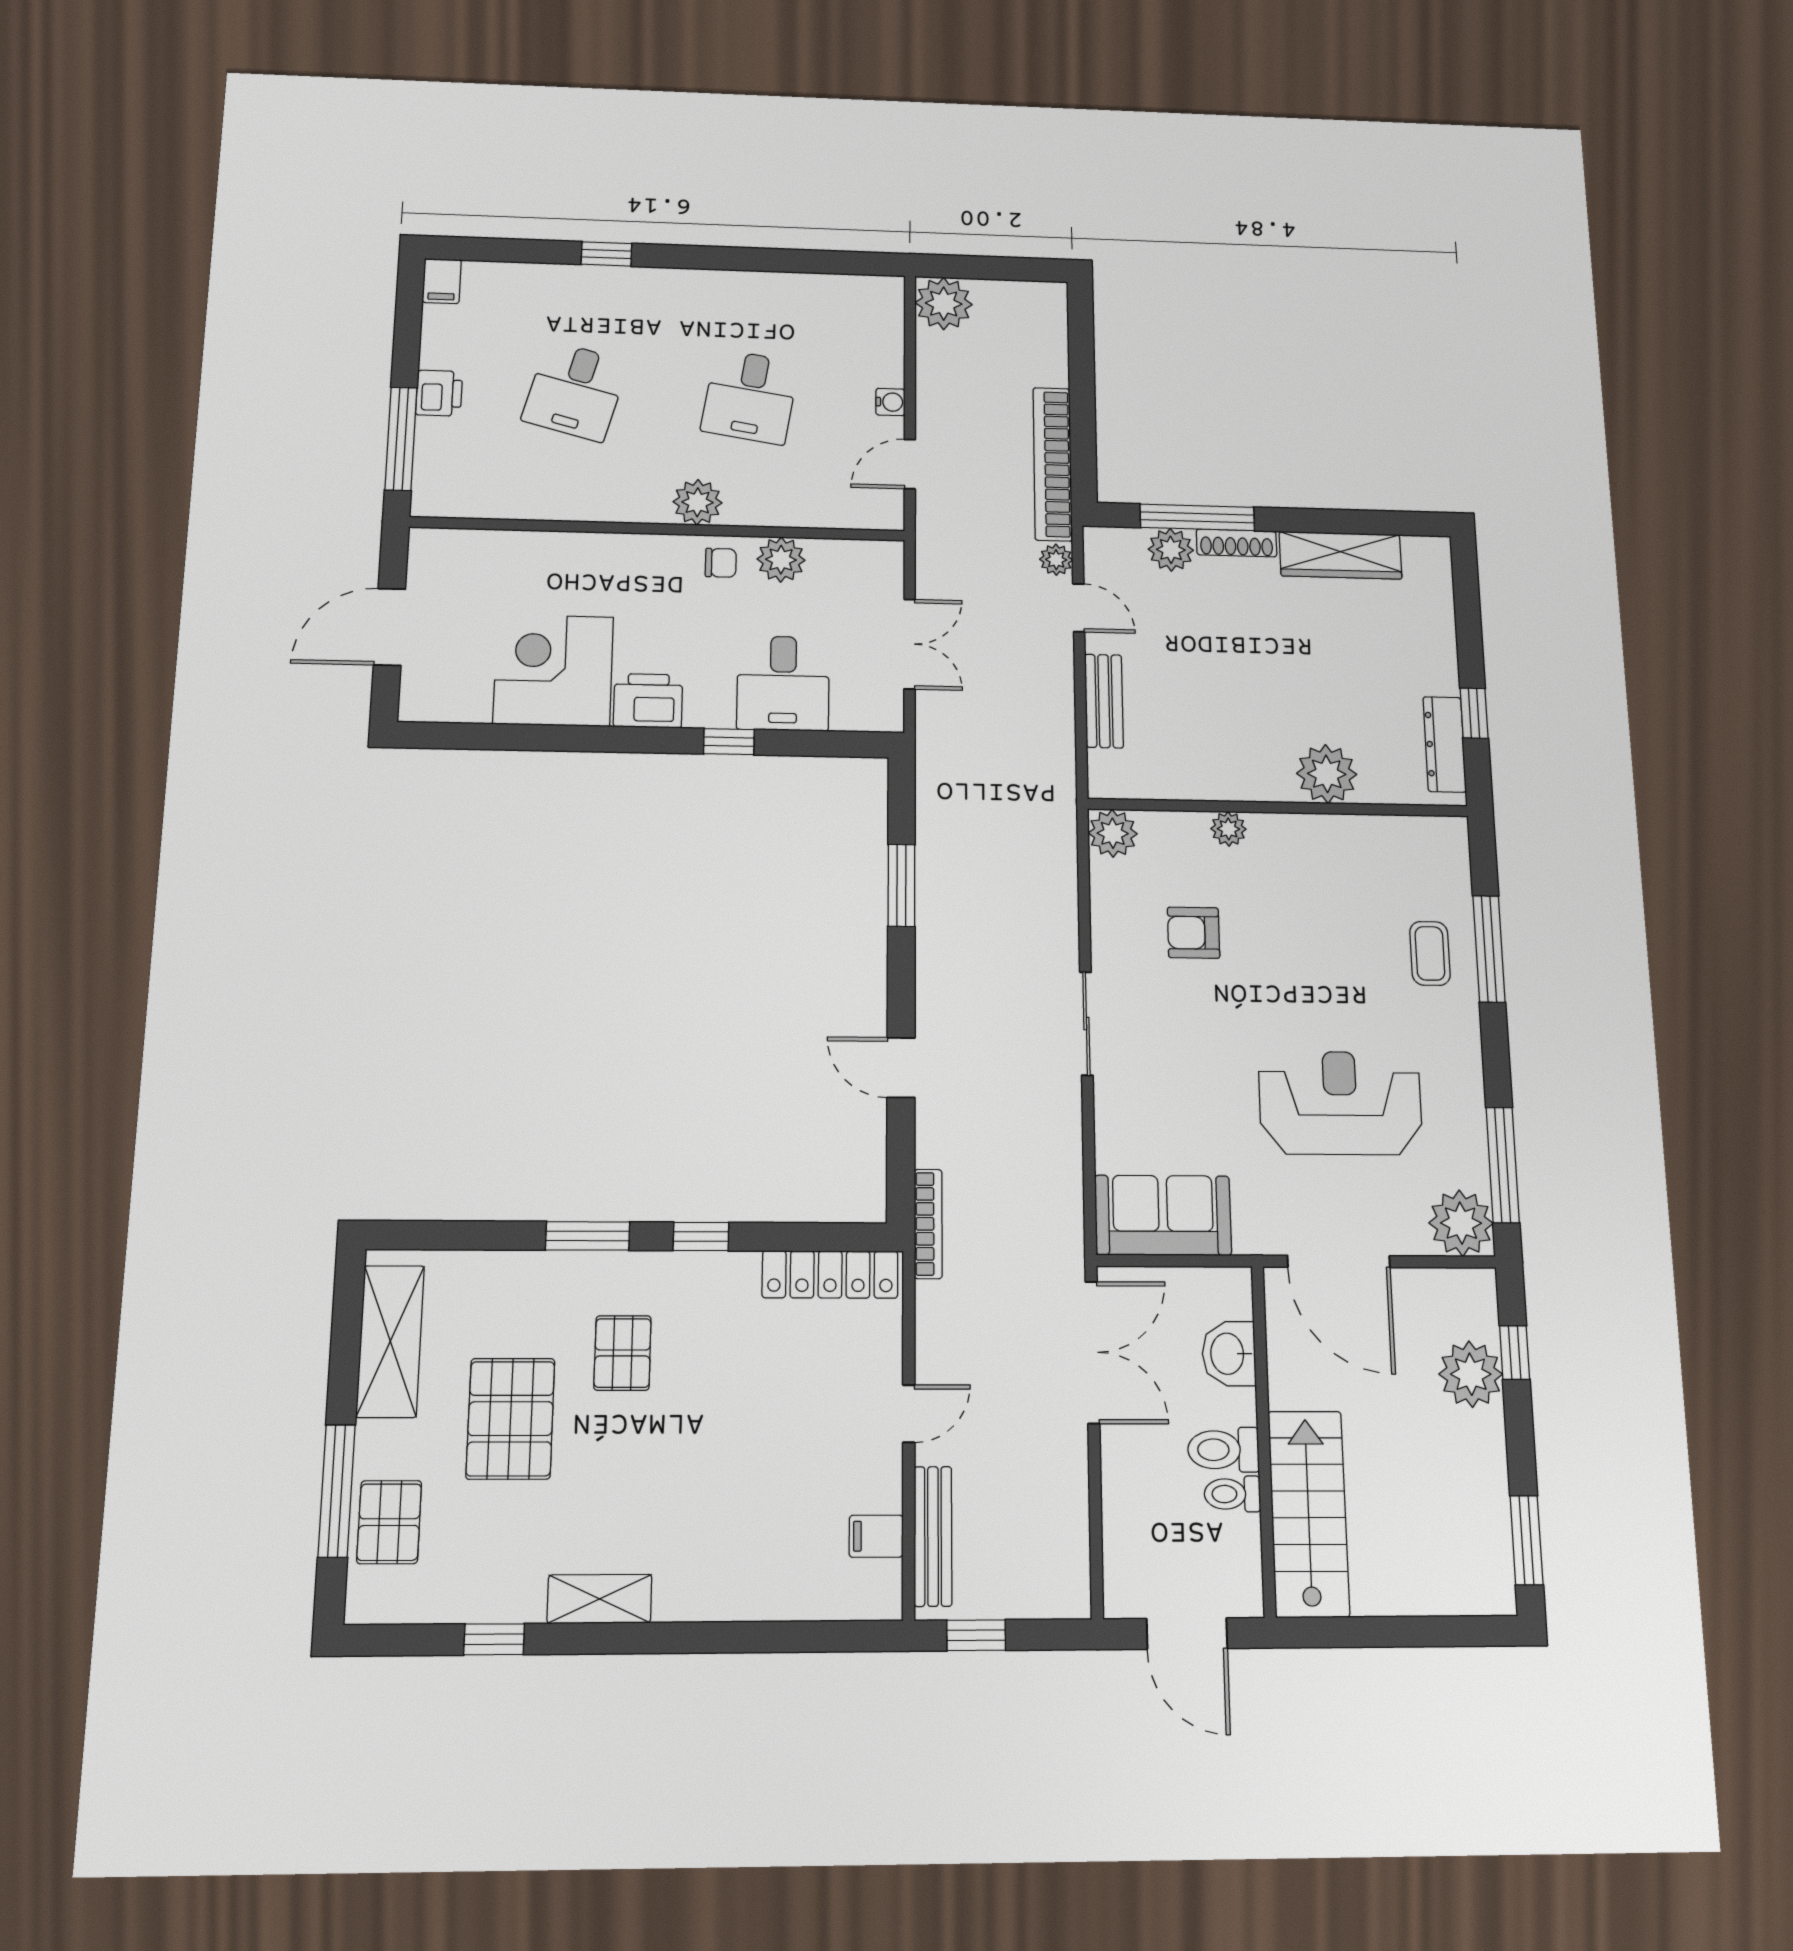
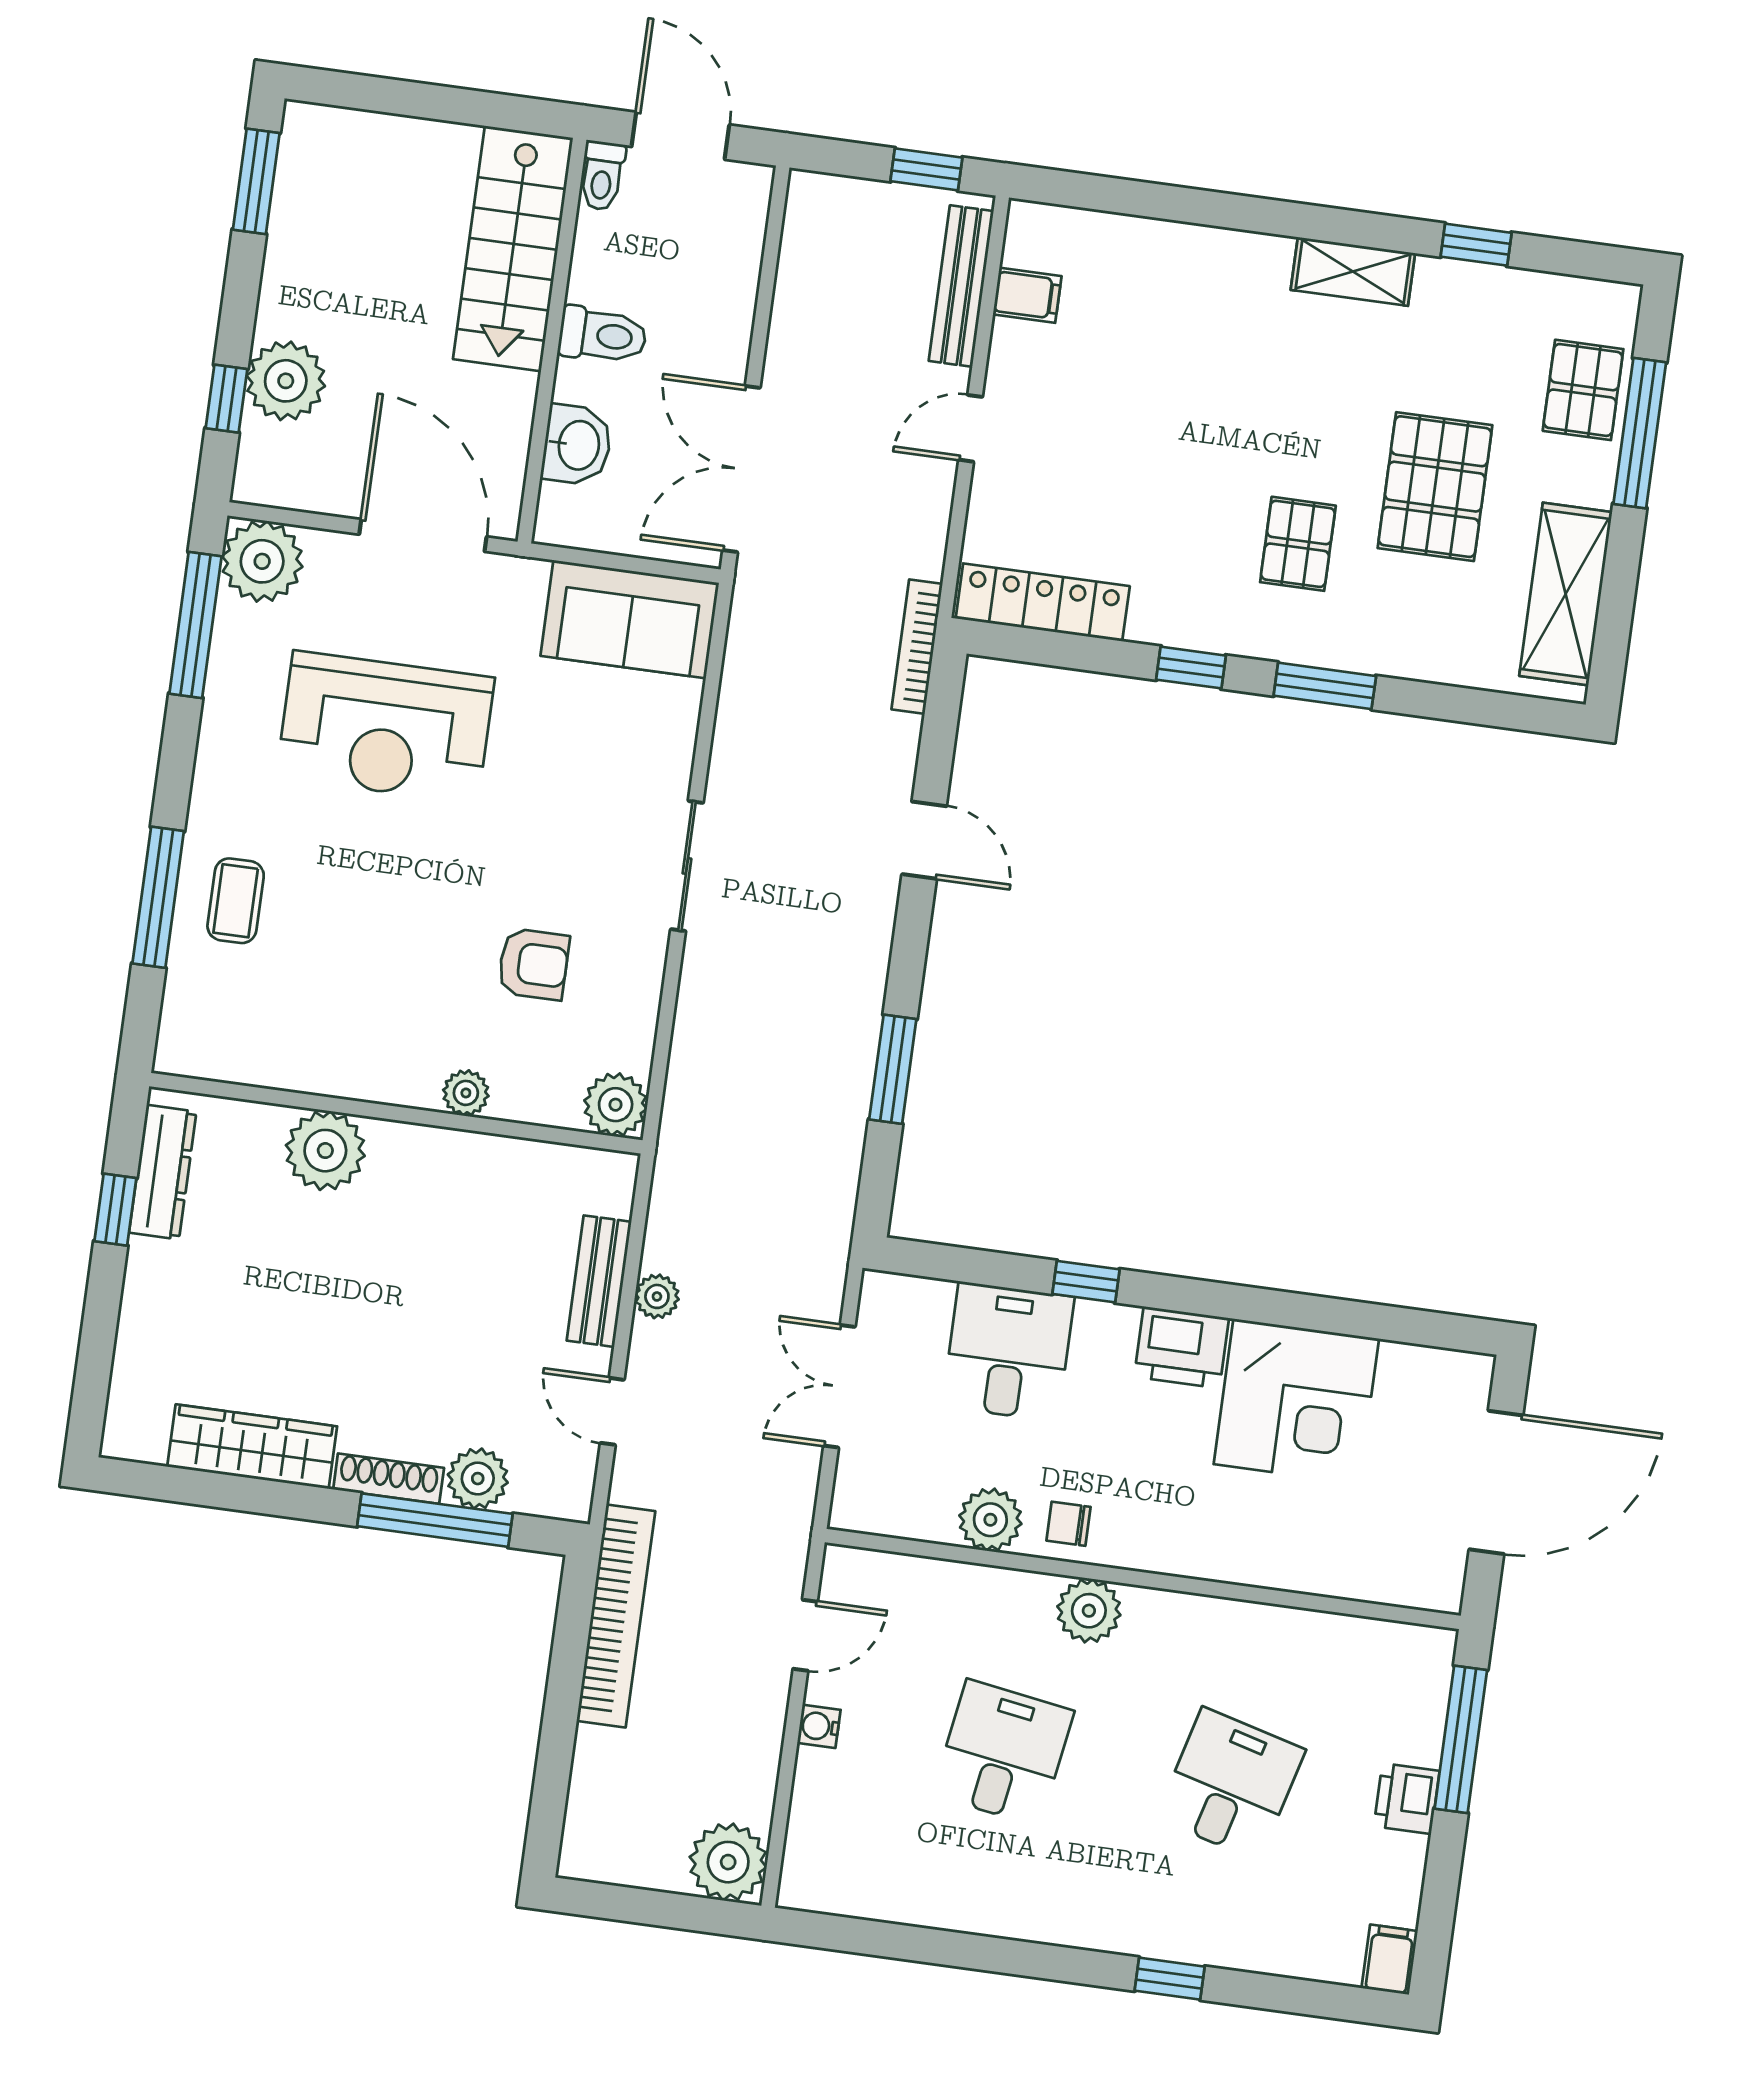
plant: (1056, 560) -> (657, 1296), moved
door: (389, 627) -> (1496, 1482), width x1.36
toilet: (1232, 1494) -> (602, 176), moved, turned 90

